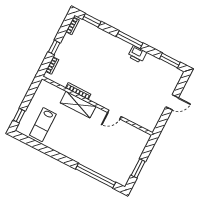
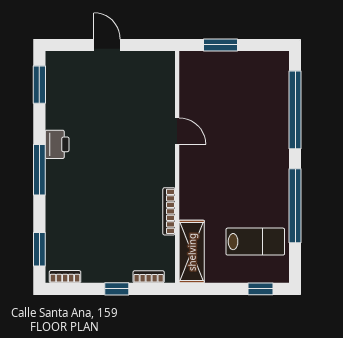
shelving: (78, 105) -> (192, 252), moved
window: (50, 152) -> (295, 206), added
window: (138, 168) -> (221, 45), moved

